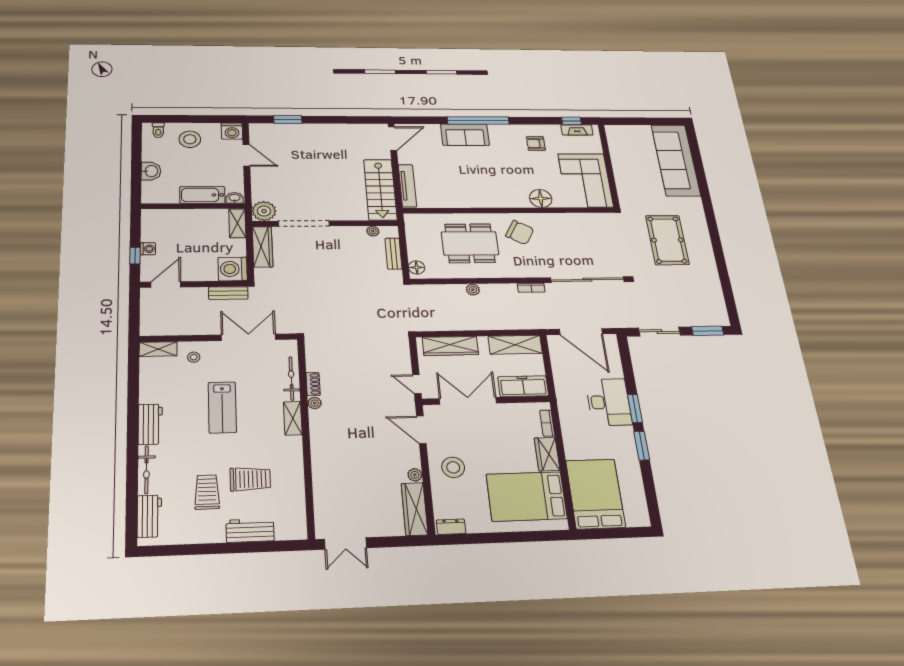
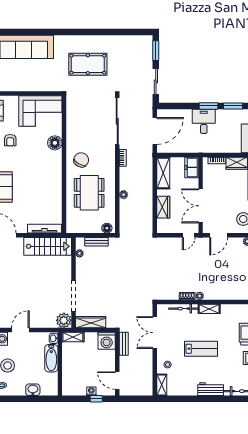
wardrobe: (450, 346) -> (163, 207), width x0.67
freezer: (523, 386) -> (192, 167), width x0.71
desk: (609, 402) -> (204, 121), width x0.73

